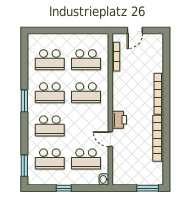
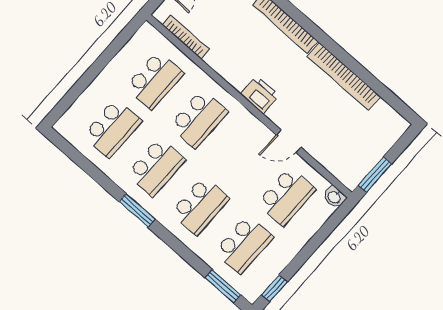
printer: (119, 120) -> (260, 95), moved
window: (64, 188) -> (274, 288), moved
window: (148, 188) -> (375, 175), moved

